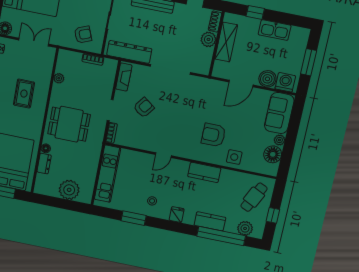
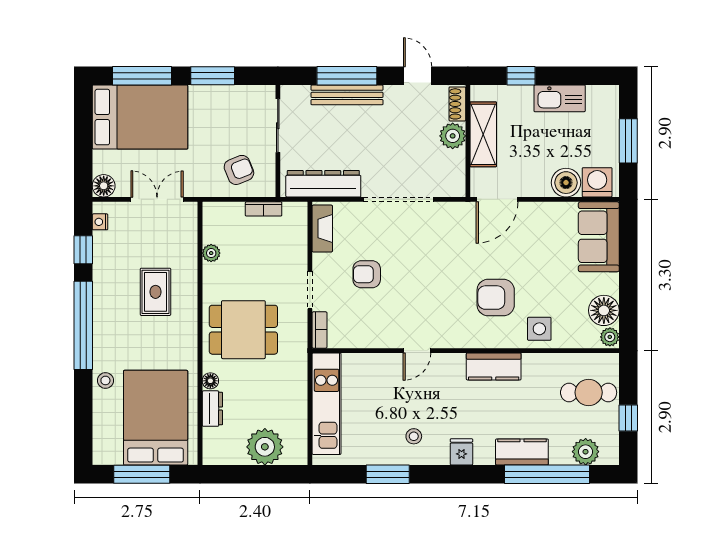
door: (241, 83) -> (497, 199), moved
armchair: (144, 108) -> (367, 274), turned -127
plant: (279, 140) -> (610, 337), moved
cafe table: (254, 197) -> (589, 392), turned 64

